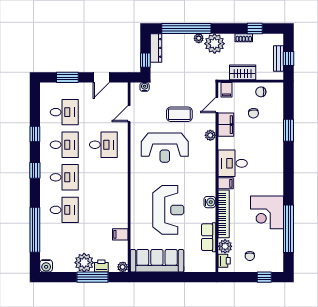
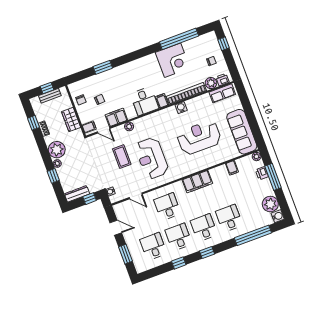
window: (186, 29) -> (53, 176), width x0.32
reception desk: (165, 148) -> (152, 158), turned 180
filing cabinet: (119, 189) -> (197, 182), added
row of seats: (209, 237) -> (222, 93), moved
plant: (84, 263) -> (270, 204), moved

